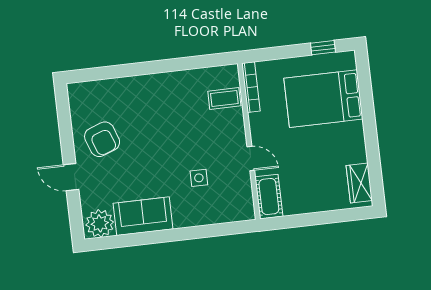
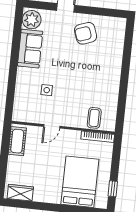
cot: (269, 197) -> (17, 141), moved, turned 90

